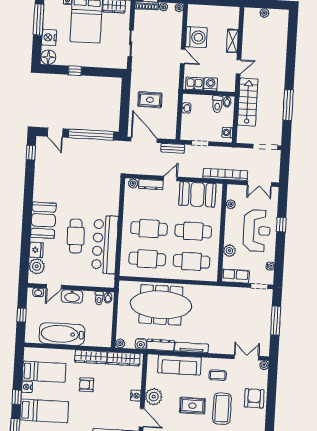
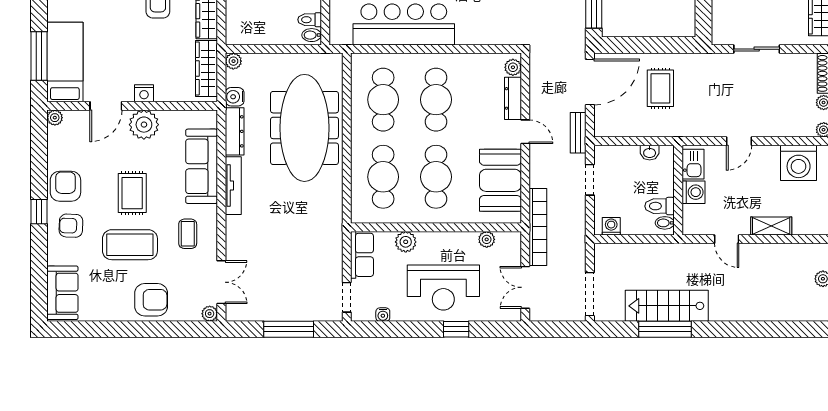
washing machine: (196, 37) -> (799, 163), moved
stairs: (248, 102) -> (667, 306), moved, turned 180

